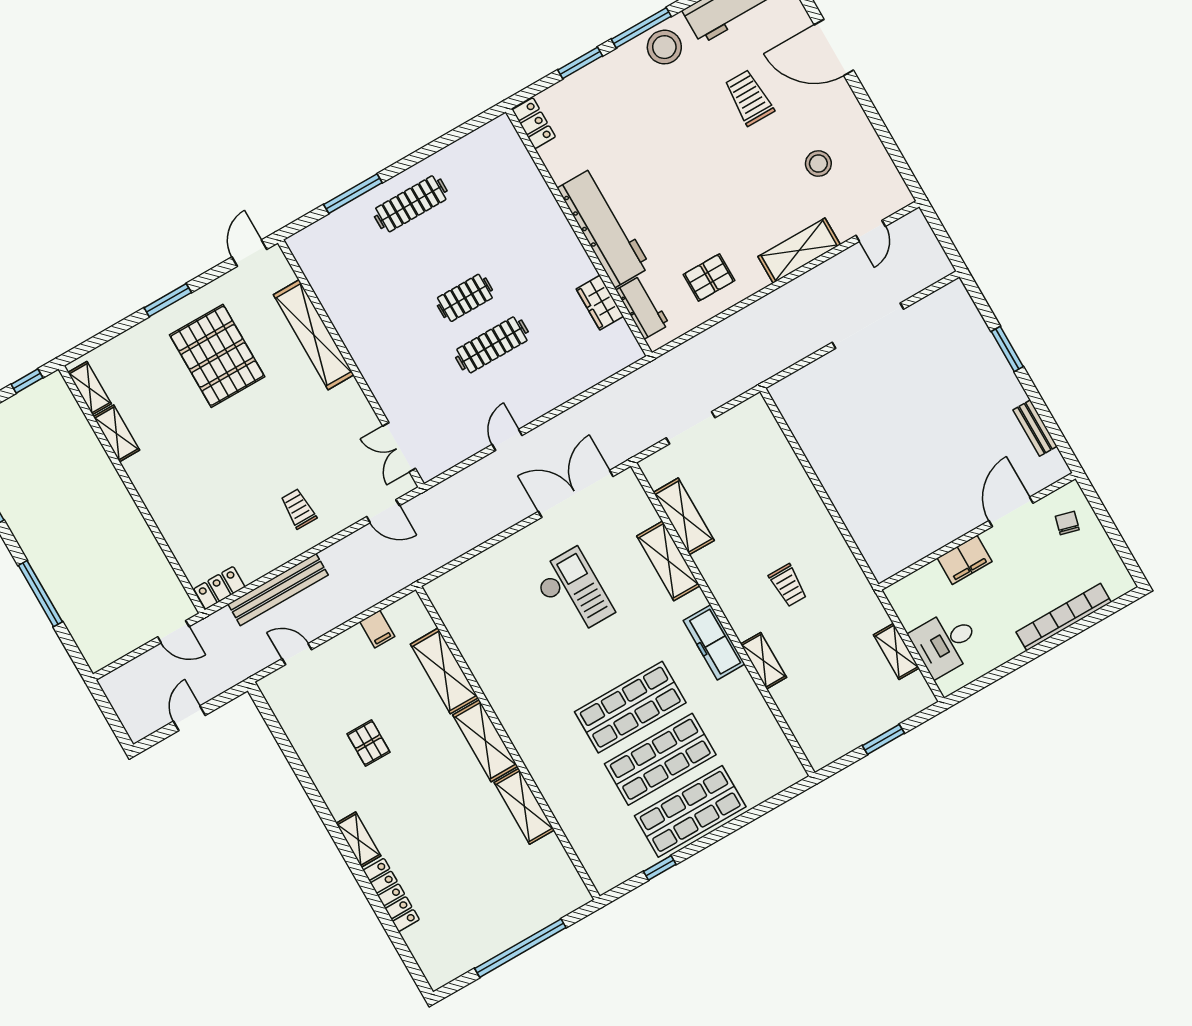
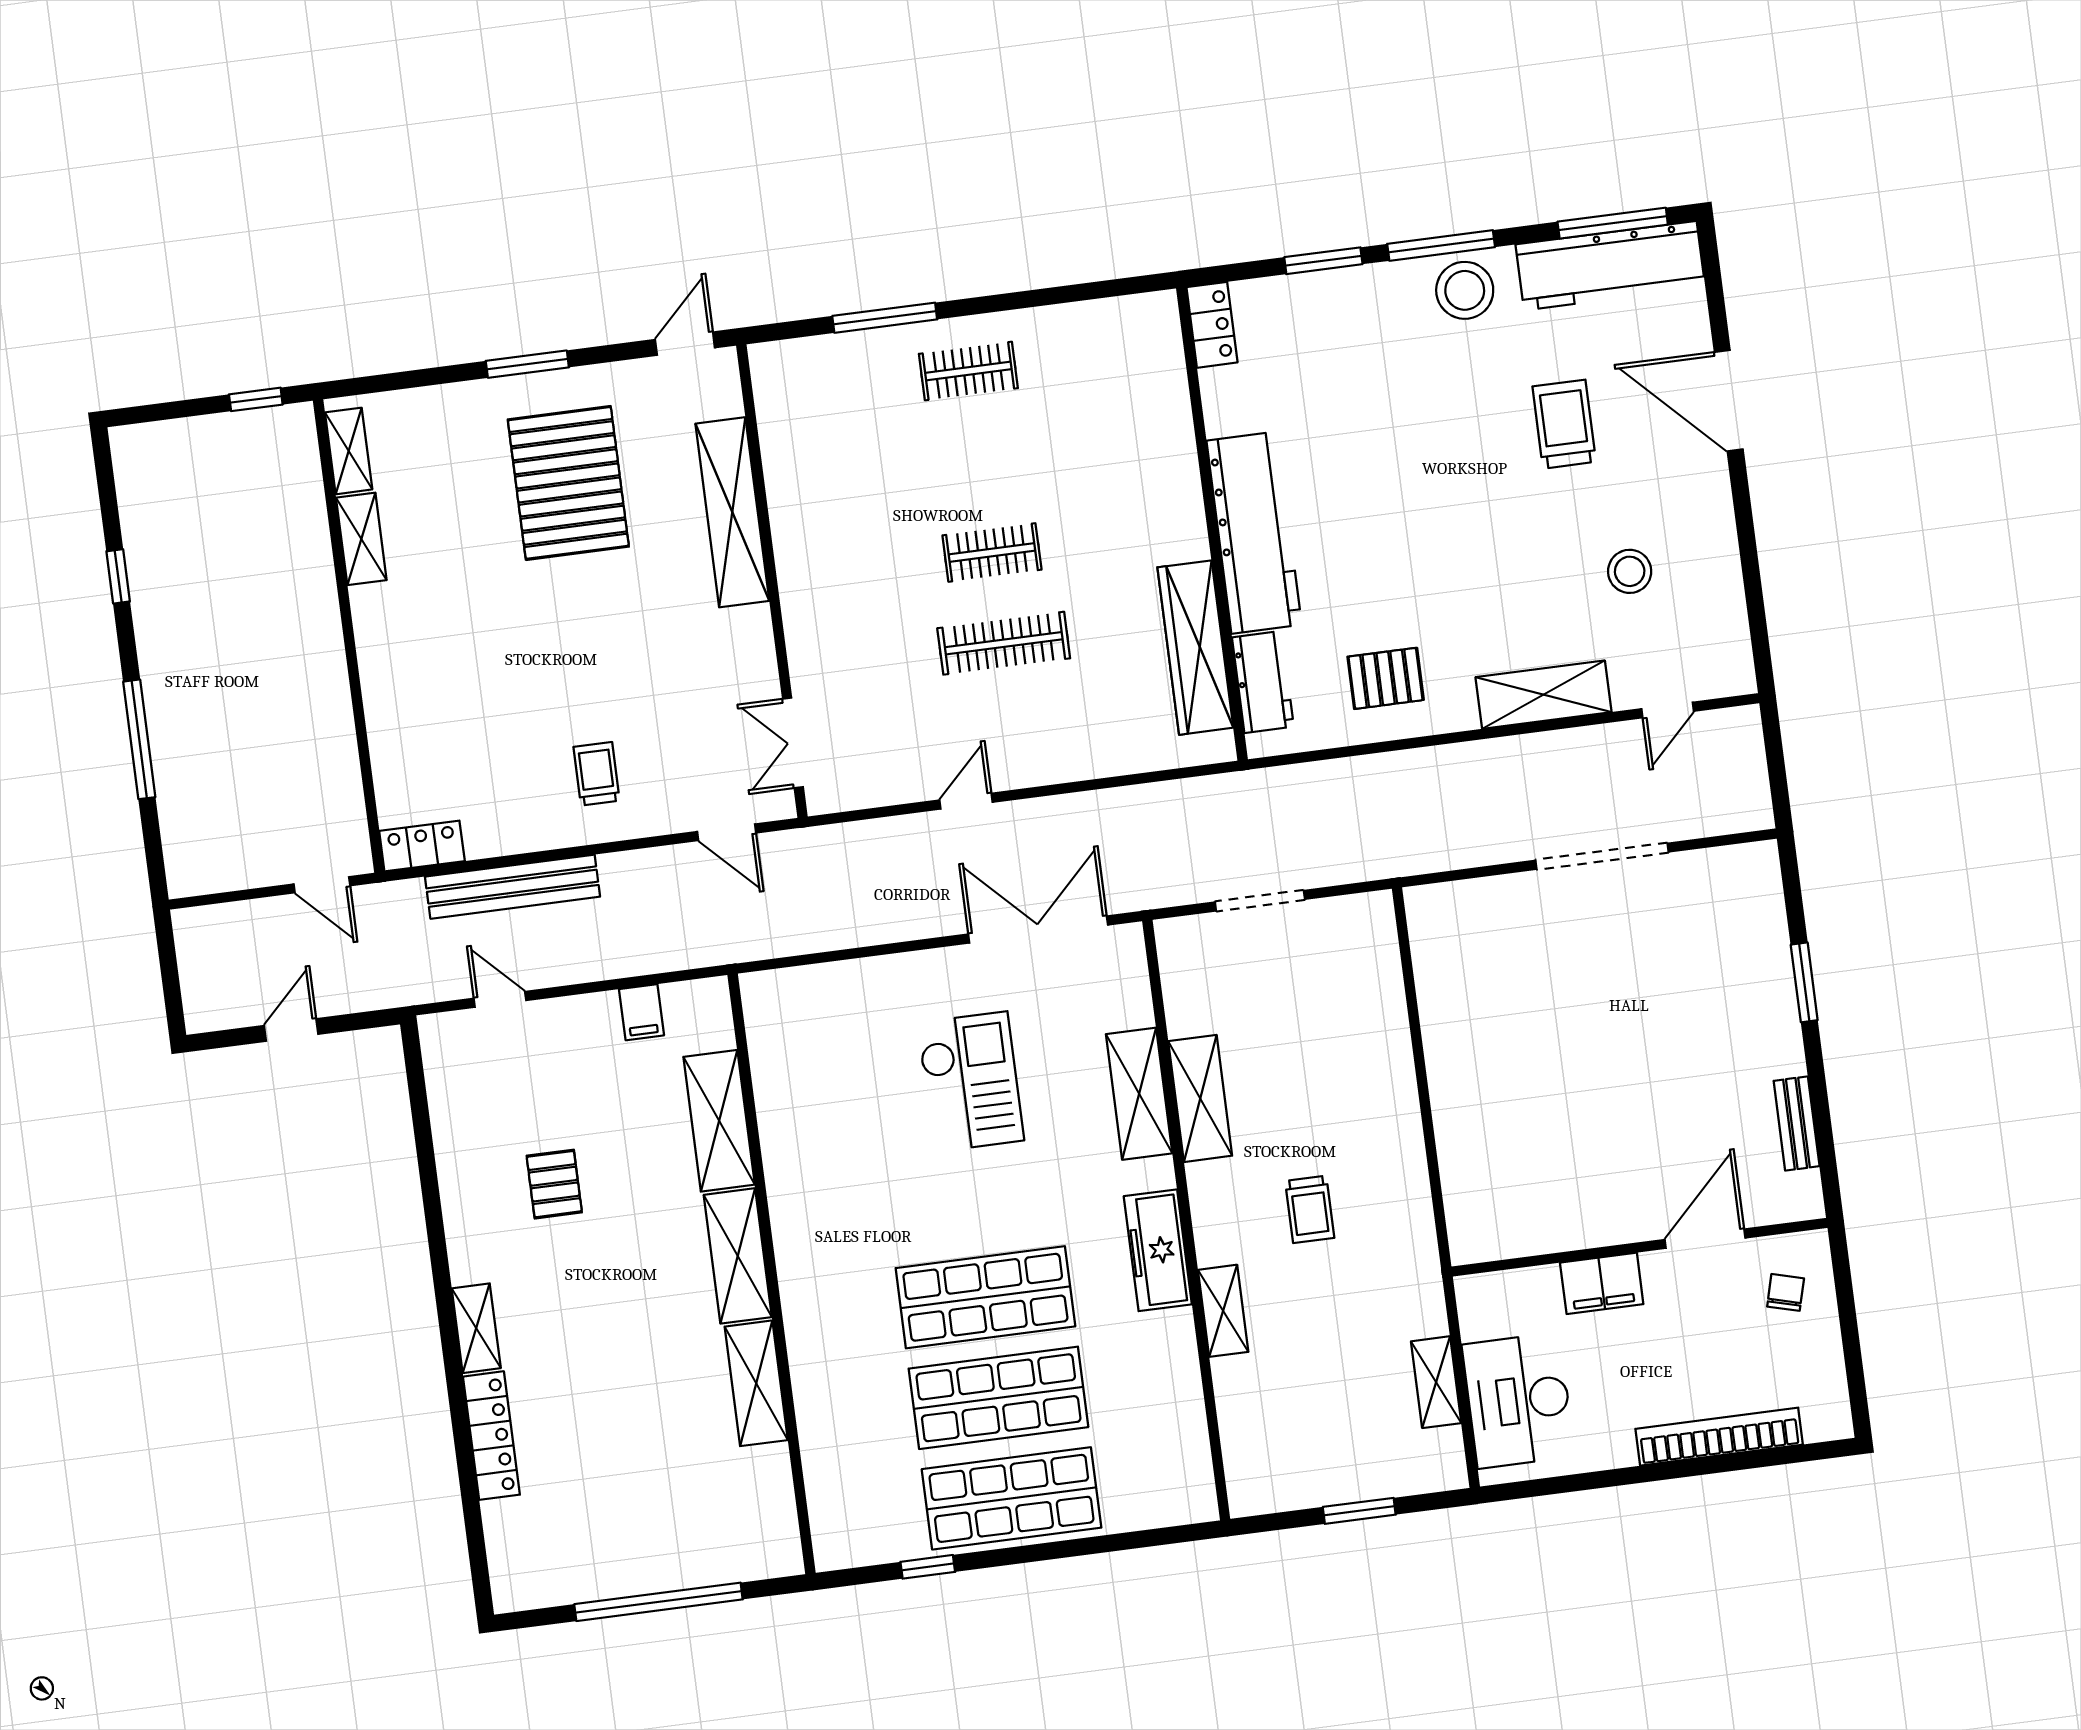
clothes rail: (411, 204) -> (968, 371), width x0.73
wardrobe: (600, 303) -> (1195, 648), width x2.10, depth x1.17
shelving: (684, 516) -> (1200, 1098), moved
desk: (946, 643) -> (1518, 1400), width x1.37

